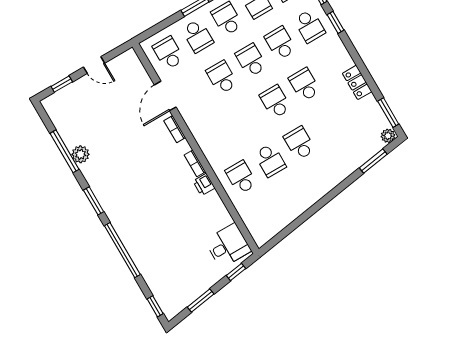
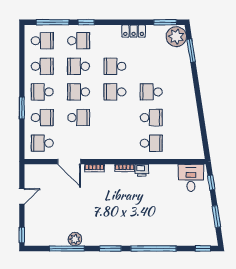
school desk: (222, 77) -> (79, 118), turned 180
window: (62, 84) -> (22, 235), moved
plant: (388, 136) -> (176, 37), width x1.88, depth x1.88
school desk: (241, 177) -> (151, 143), turned 180

